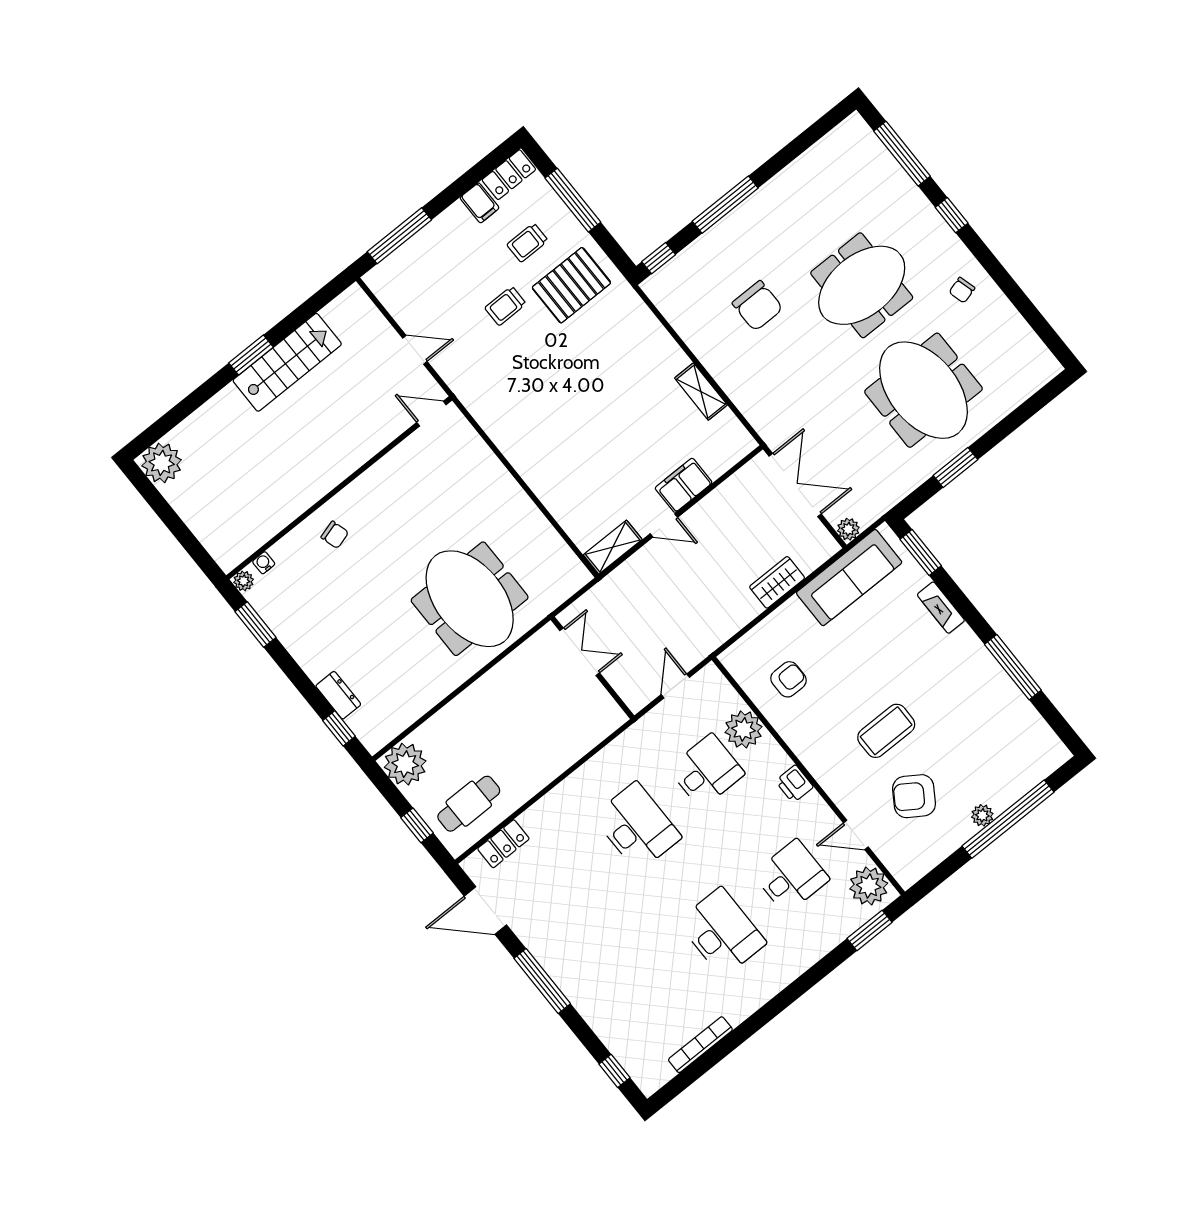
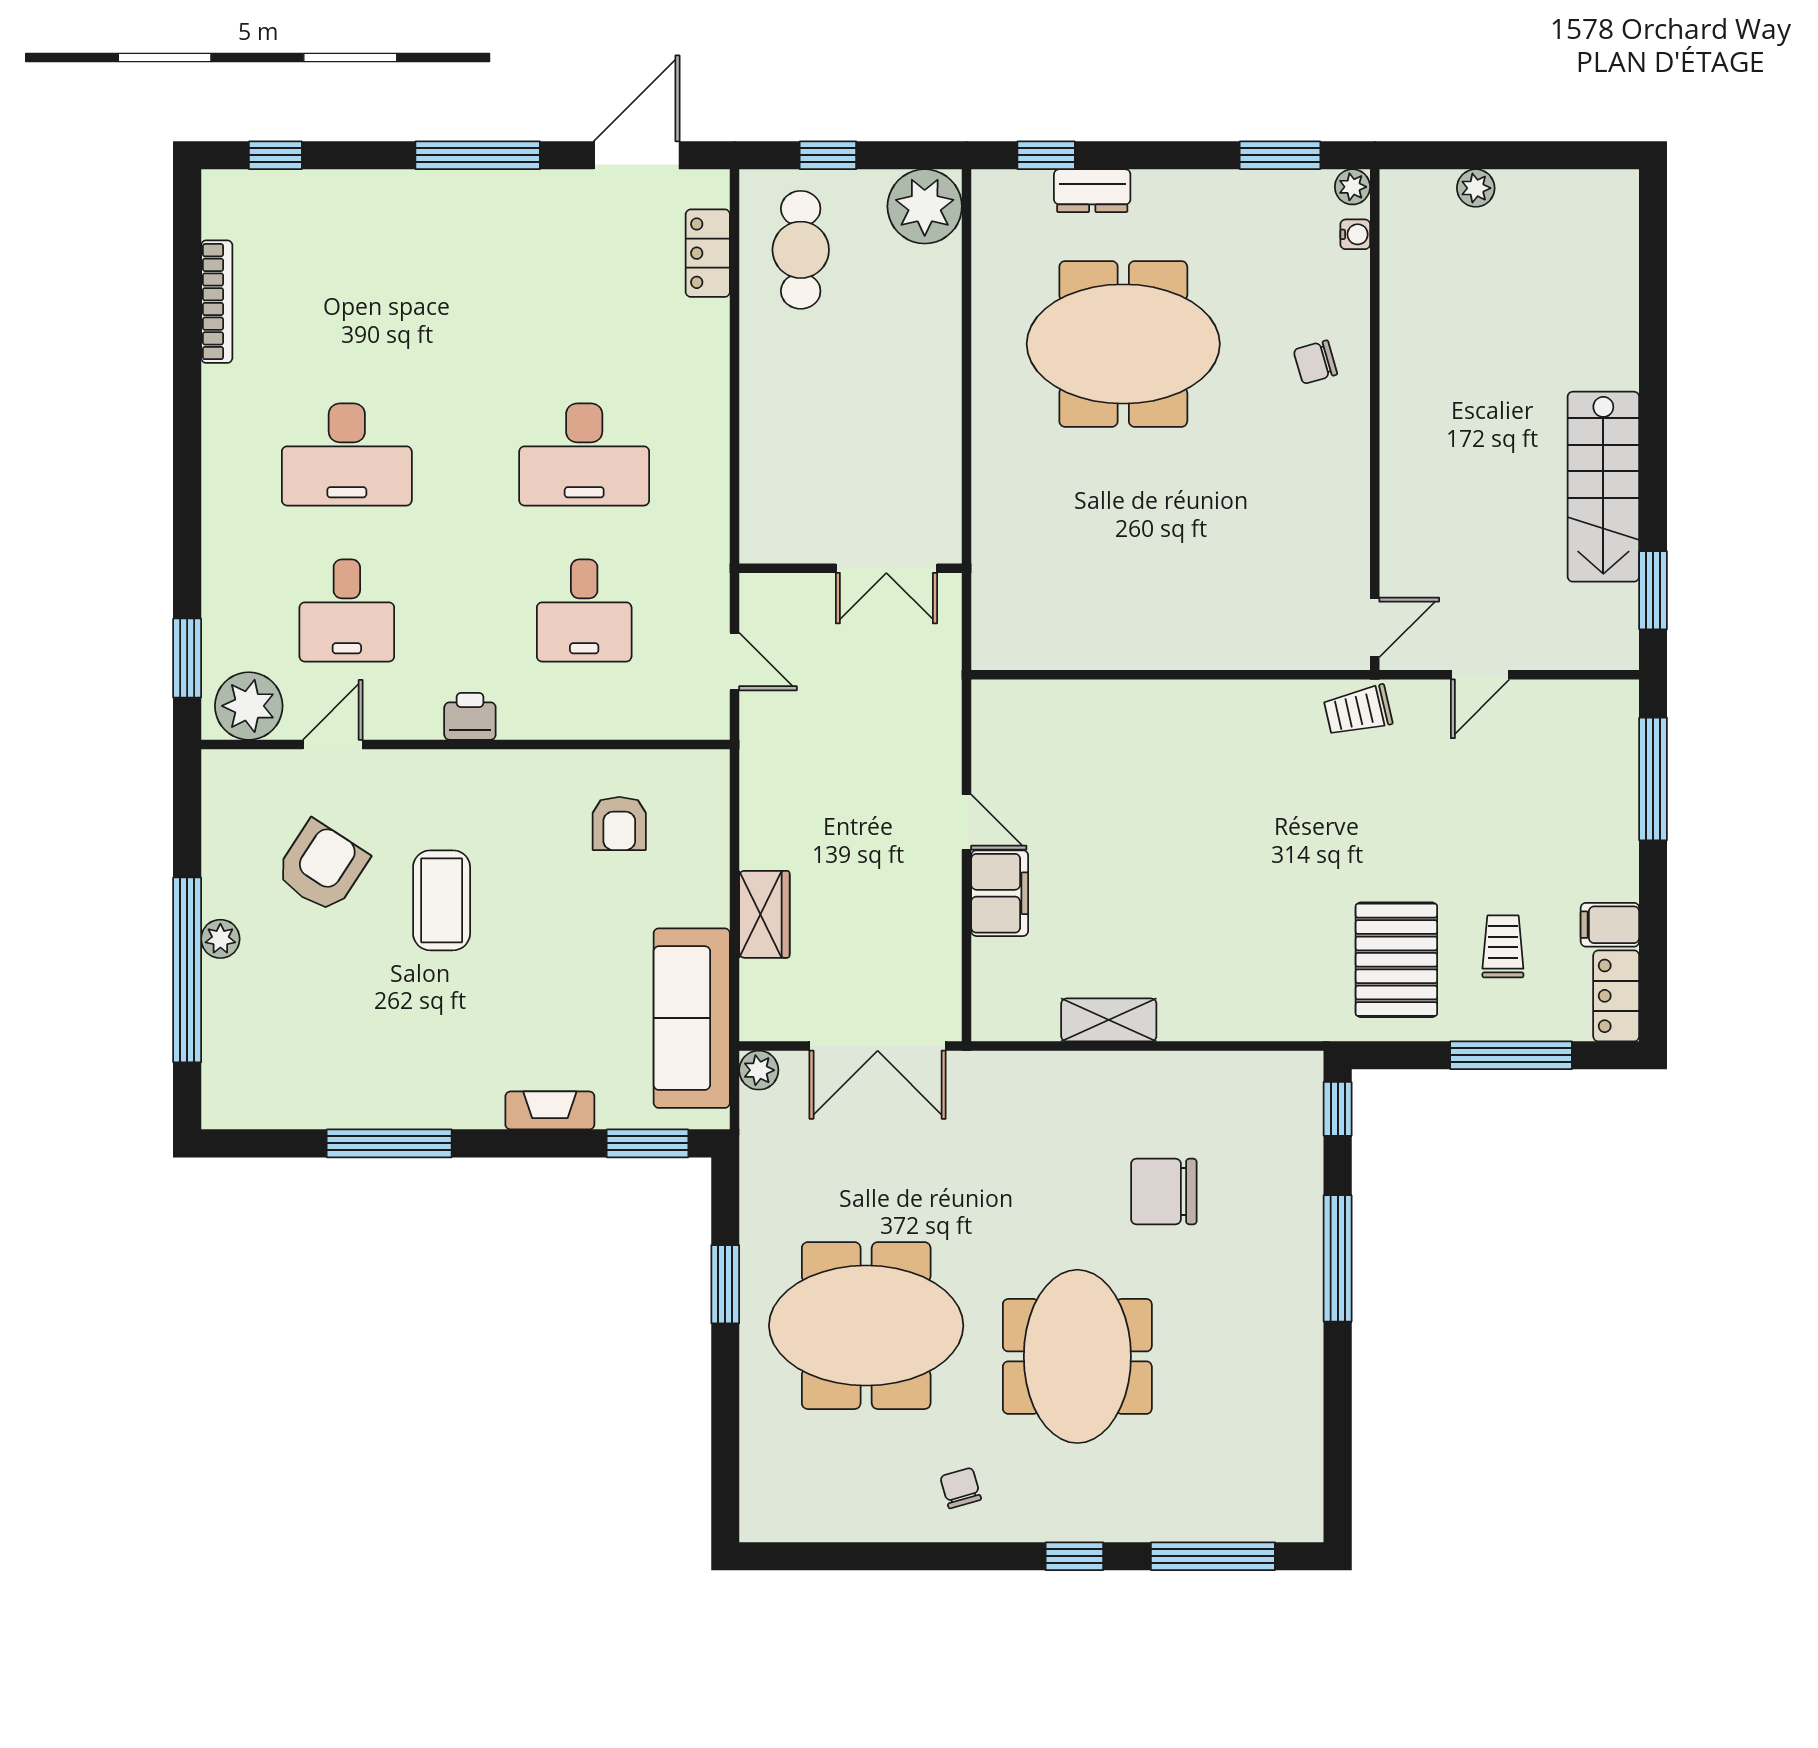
trolley: (505, 306) -> (1358, 711), moved, turned -103
window: (251, 355) -> (1653, 590), moved
plant: (162, 463) -> (1476, 188), moved, width x0.53, depth x0.53
door: (664, 525) -> (967, 822), swing flipped
shelving: (613, 547) -> (993, 728), removed
meeting table: (470, 599) -> (1123, 344), moved
plant: (743, 729) -> (600, 707), removed

